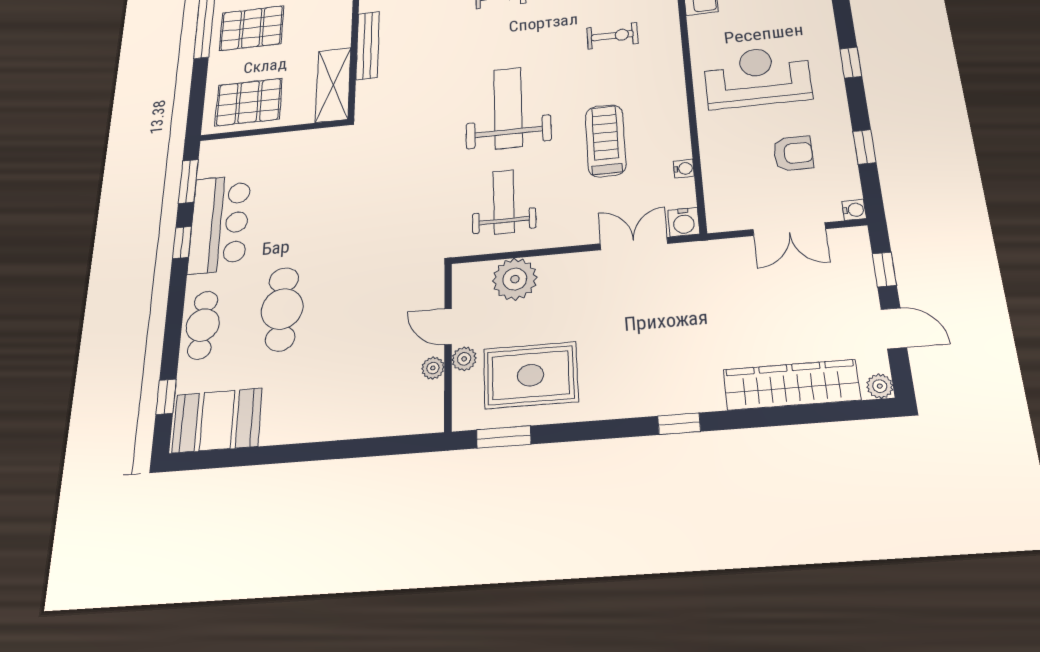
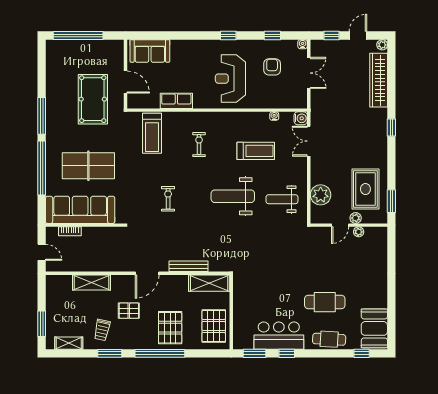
treadmill: (606, 141) -> (256, 151), turned 180

